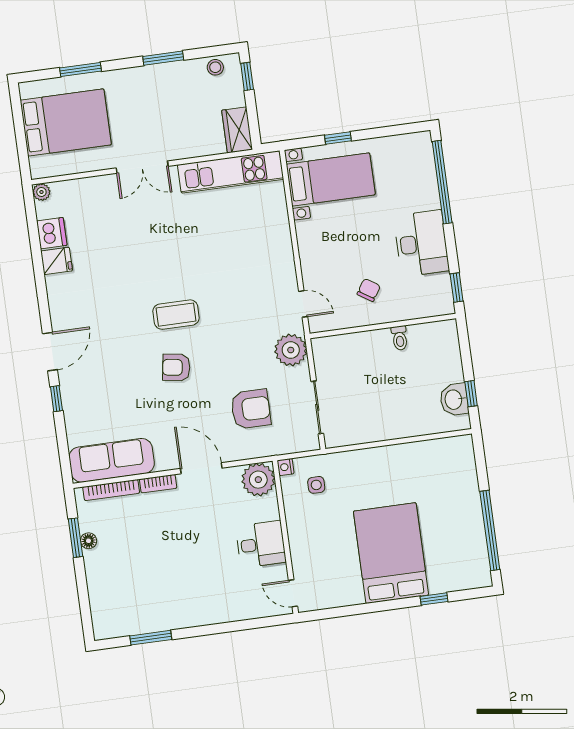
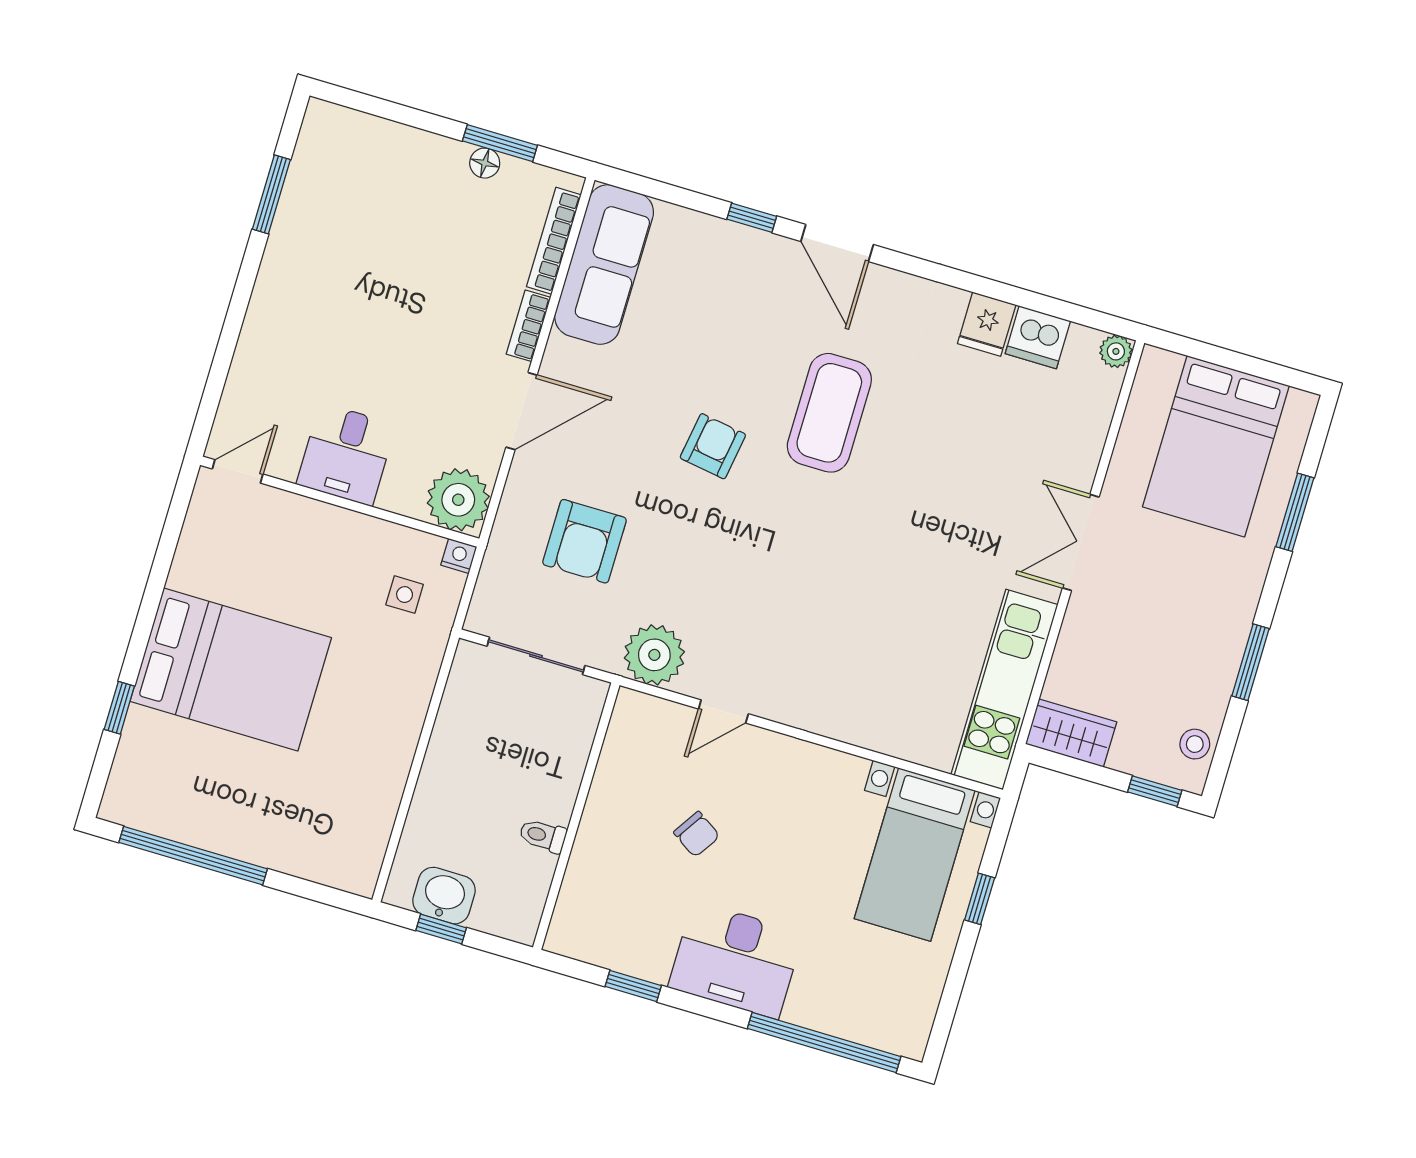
coffee table: (176, 315) -> (829, 413), moved, width x1.36, depth x1.32
wall: (383, 326) -> (576, 816), moved
toilet: (400, 338) -> (543, 836), moved

